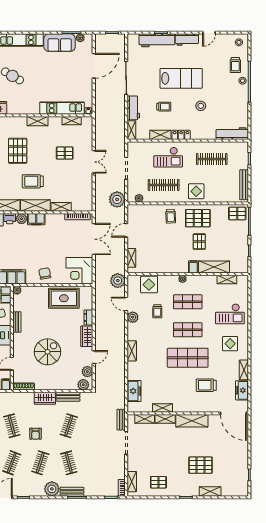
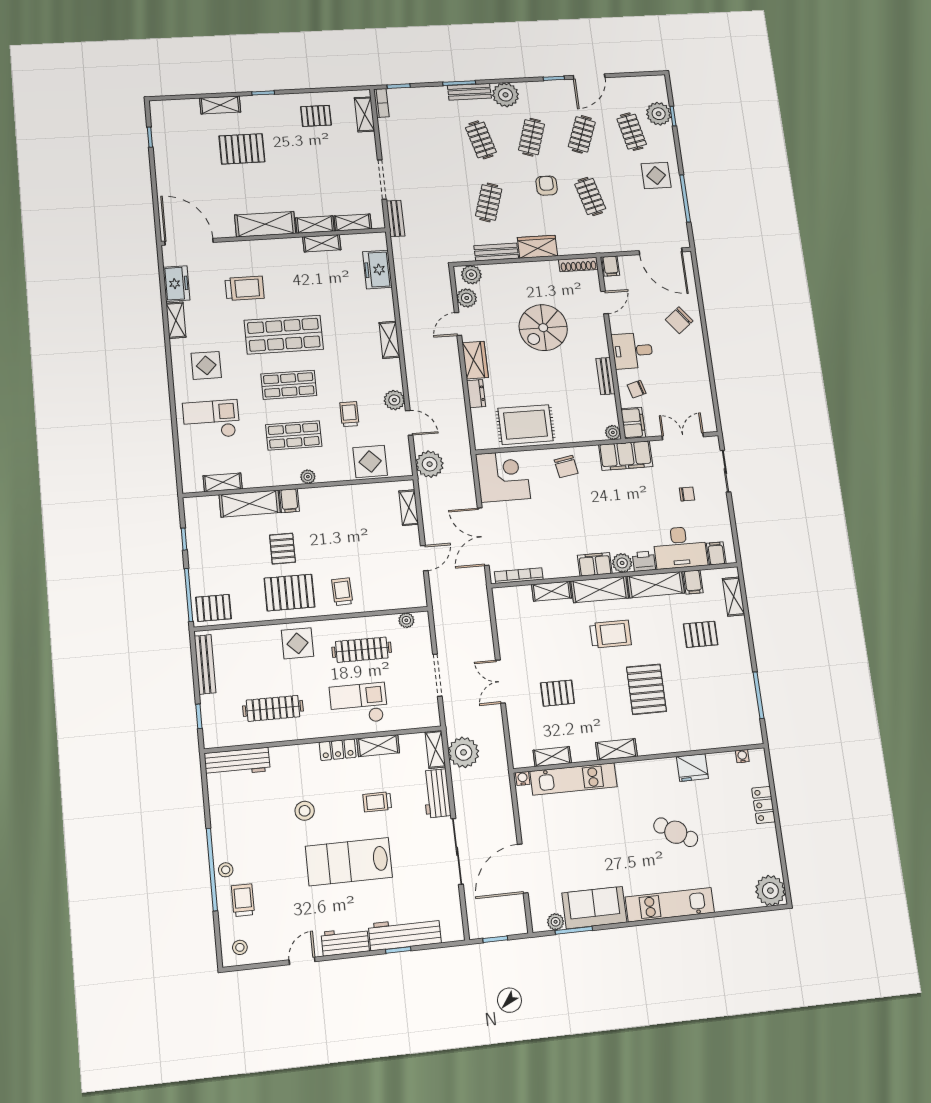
plant: (117, 199) -> (464, 752), moved

